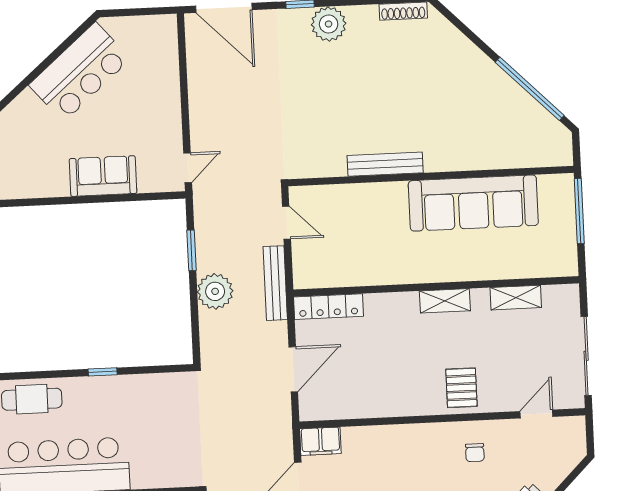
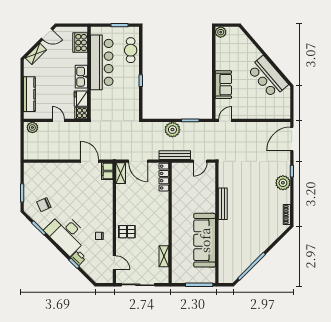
door: (188, 168) -> (225, 120), swing flipped
shelving: (445, 301) -> (121, 173), moved

